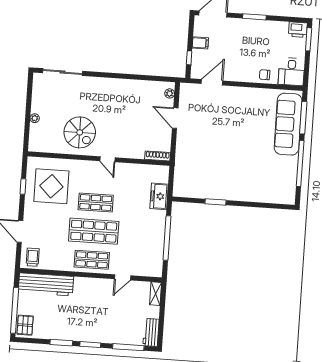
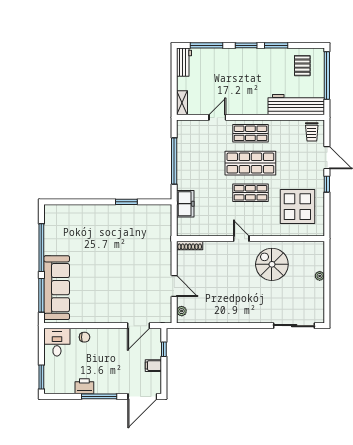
window: (254, 17) -> (99, 396), width x1.44
printer: (298, 30) -> (84, 386), moved
window: (23, 186) -> (327, 184), moved
pallet: (25, 325) -> (302, 66), moved

